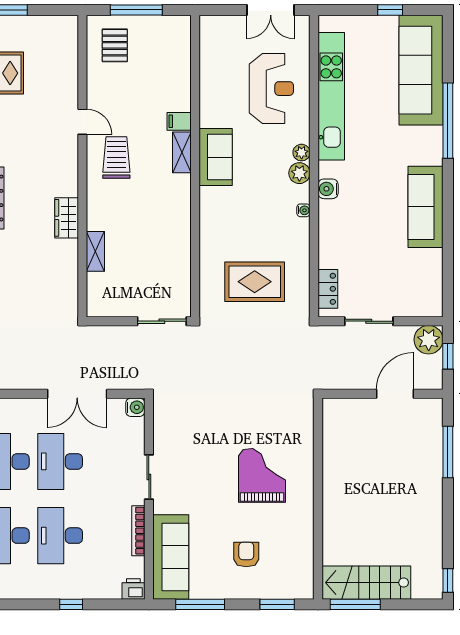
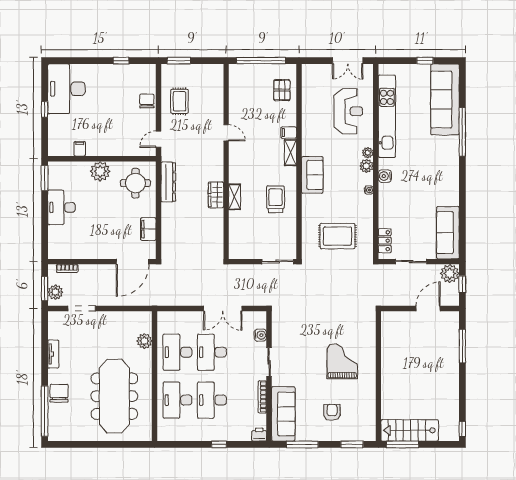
window: (136, 10) -> (261, 61), width x1.46
pallet: (115, 45) -> (282, 90), moved
trolley: (116, 157) -> (275, 199), moved
sofa: (216, 157) -> (312, 175), moved
sofa: (426, 207) -> (448, 233), moved
shelving: (95, 251) -> (235, 197), moved
water cooler: (135, 407) -> (260, 335), moved

